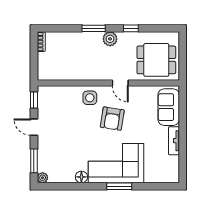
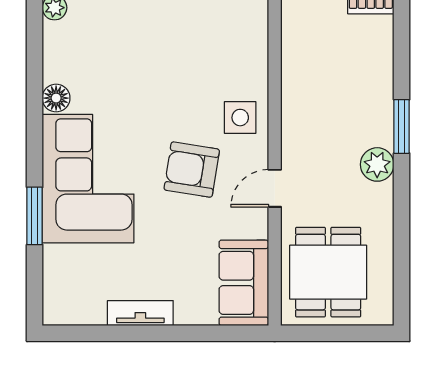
window: (131, 28) -> (402, 213), removed
sofa: (169, 107) -> (244, 283), moved, turned -90
window: (119, 186) -> (35, 216), moved

